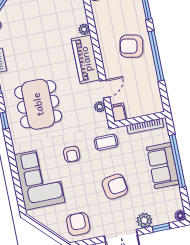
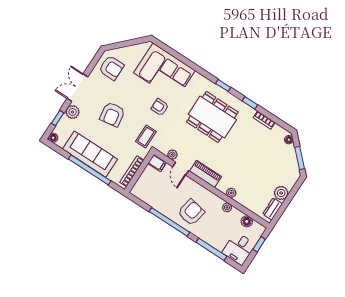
plant: (99, 21) -> (227, 207), added
piano: (86, 59) -> (206, 174), width x0.73, depth x0.75
sofa: (163, 166) -> (90, 154), width x1.36

